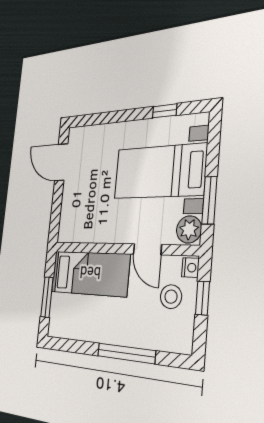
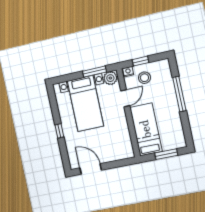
window: (165, 111) -> (59, 131), moved
door: (61, 162) -> (91, 169), swing flipped

